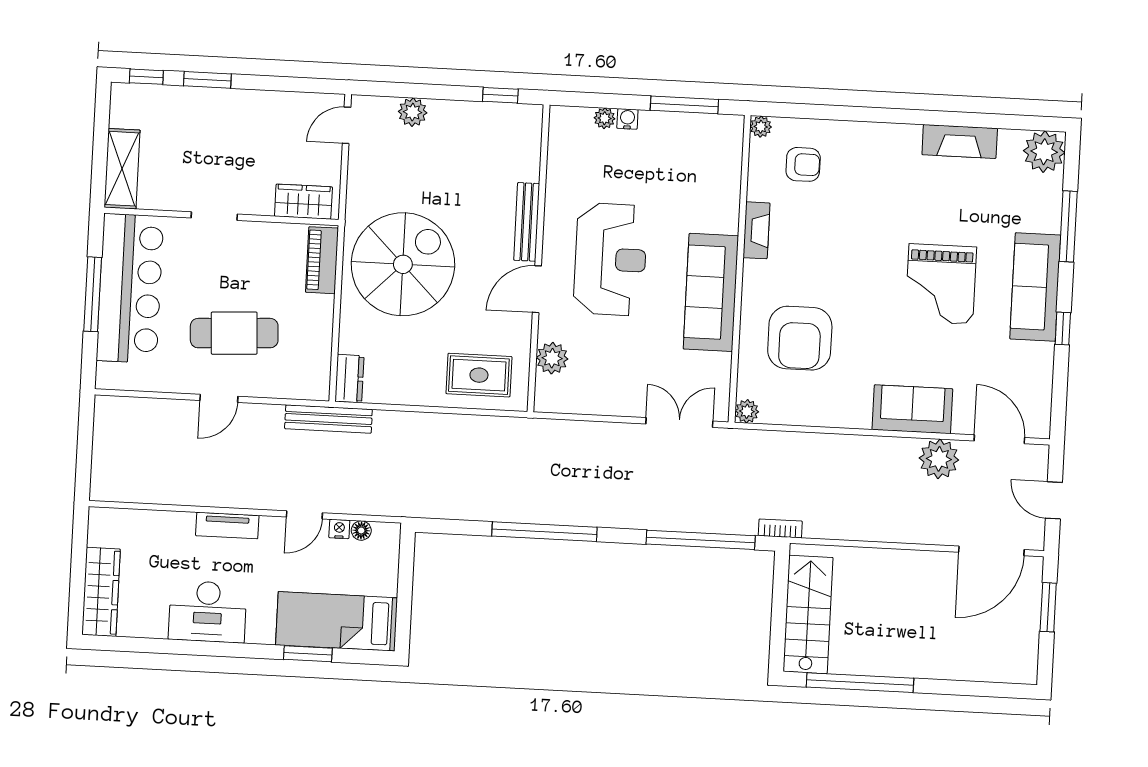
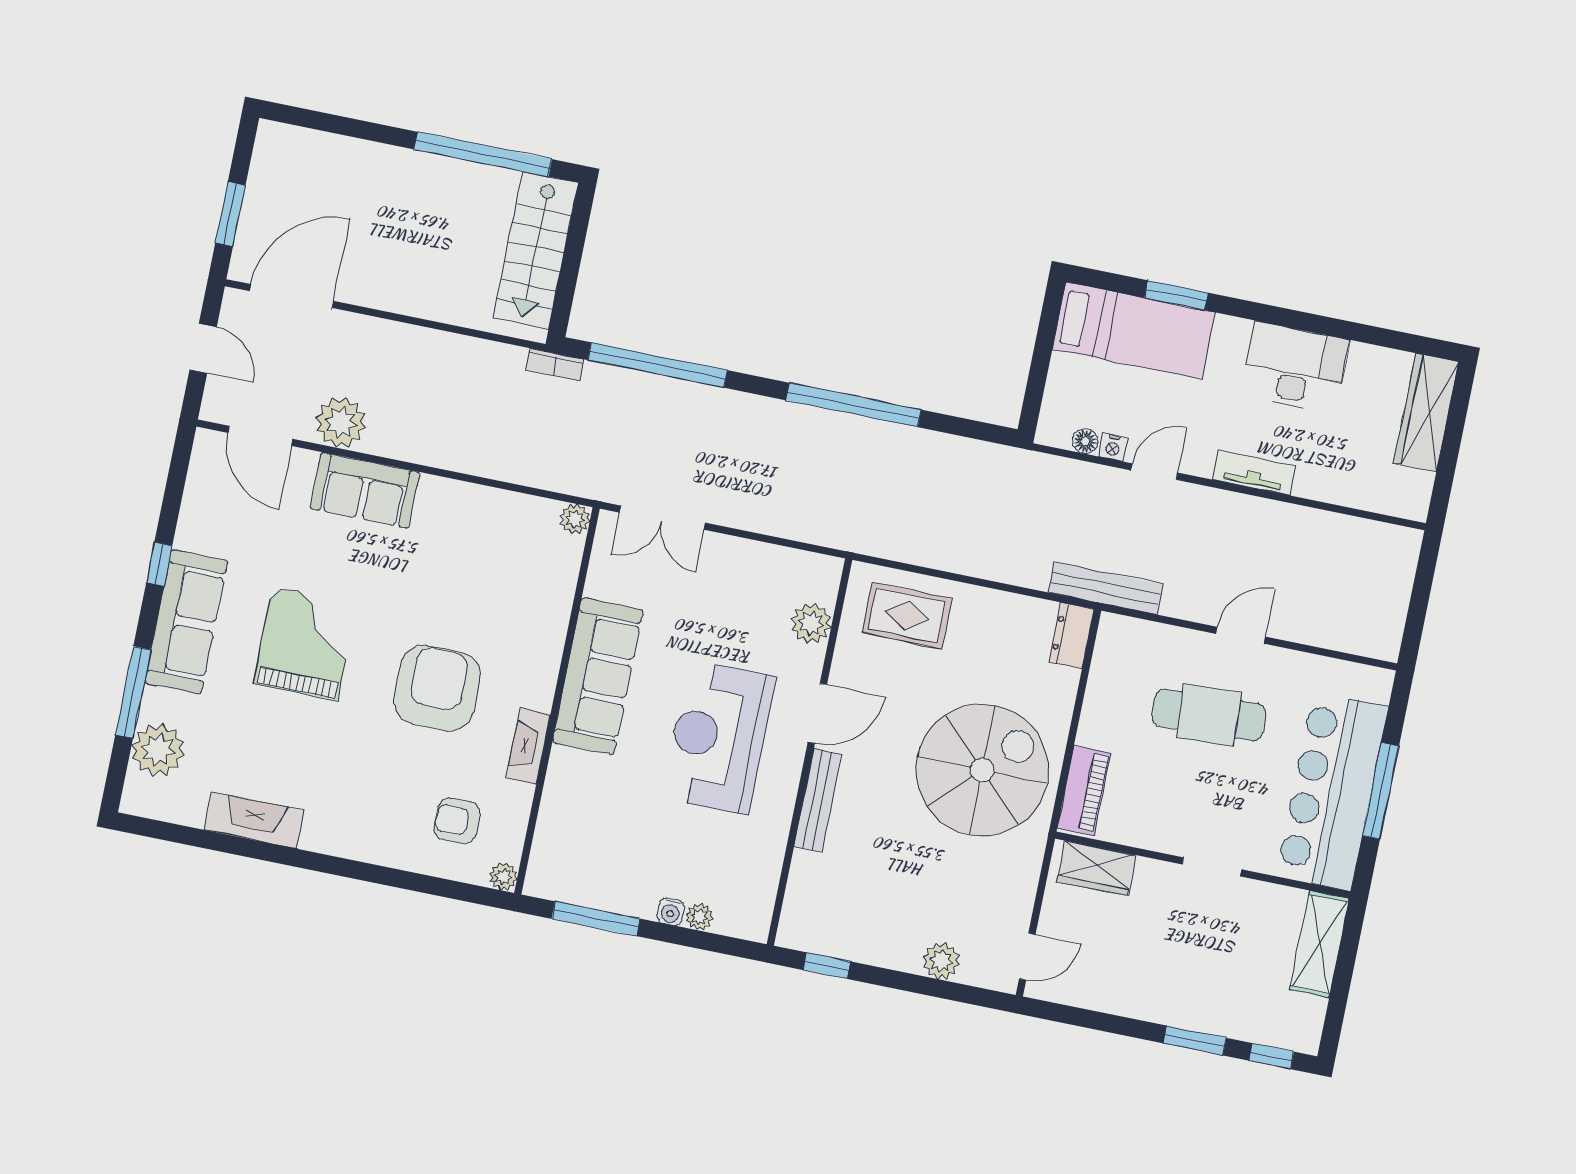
plant: (1044, 152) -> (158, 750), moved
spiral stairs: (403, 264) -> (982, 770), turned 180
armchair: (800, 338) -> (437, 688), moved

